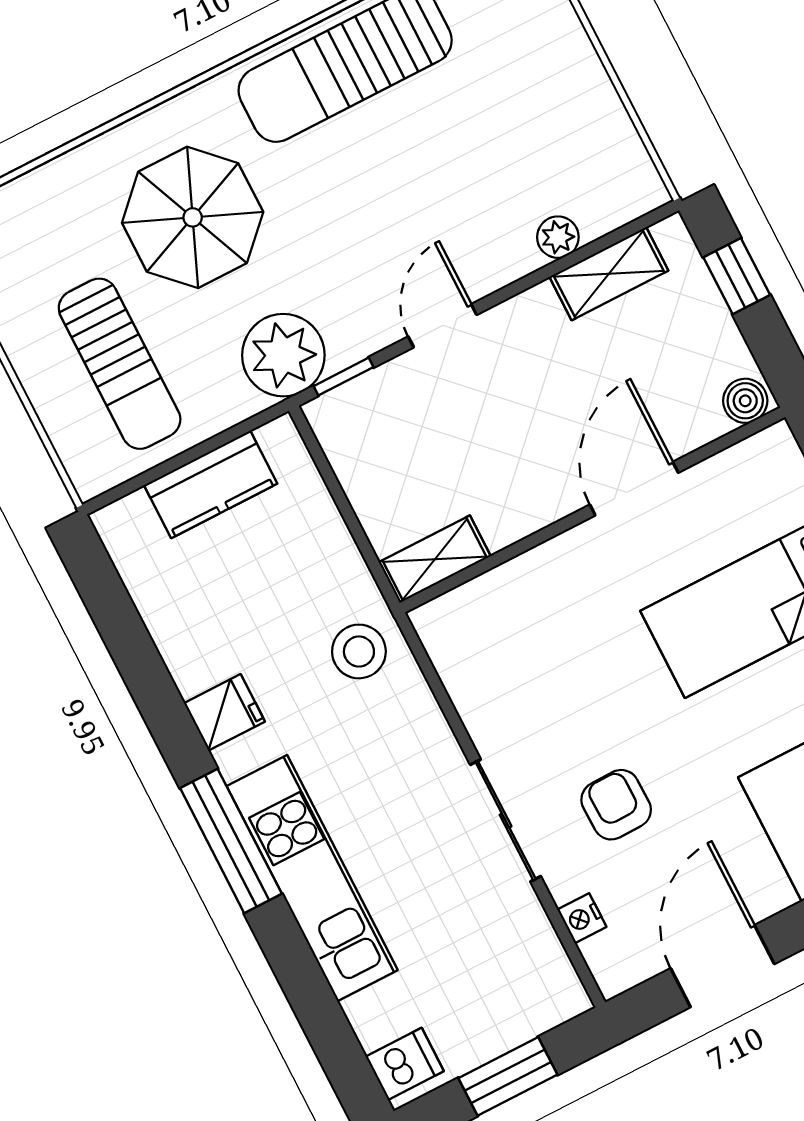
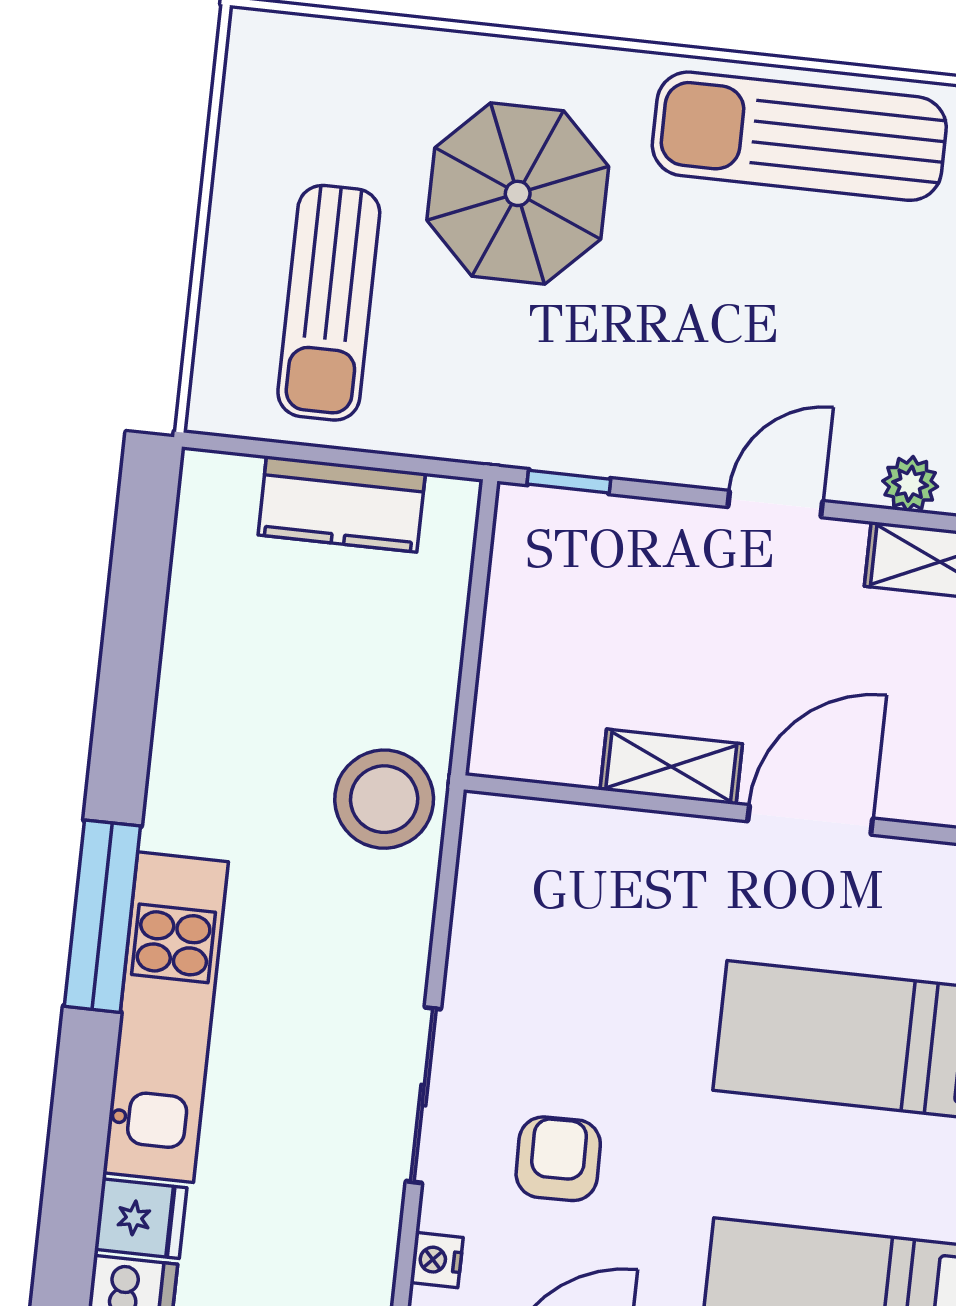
door: (442, 326) -> (775, 504), moved
plant: (283, 355) -> (518, 414), removed
shelving: (435, 559) -> (671, 767), moved
stool: (359, 651) -> (384, 799), width x1.38, depth x1.38
fridge: (224, 712) -> (141, 1219), moved

